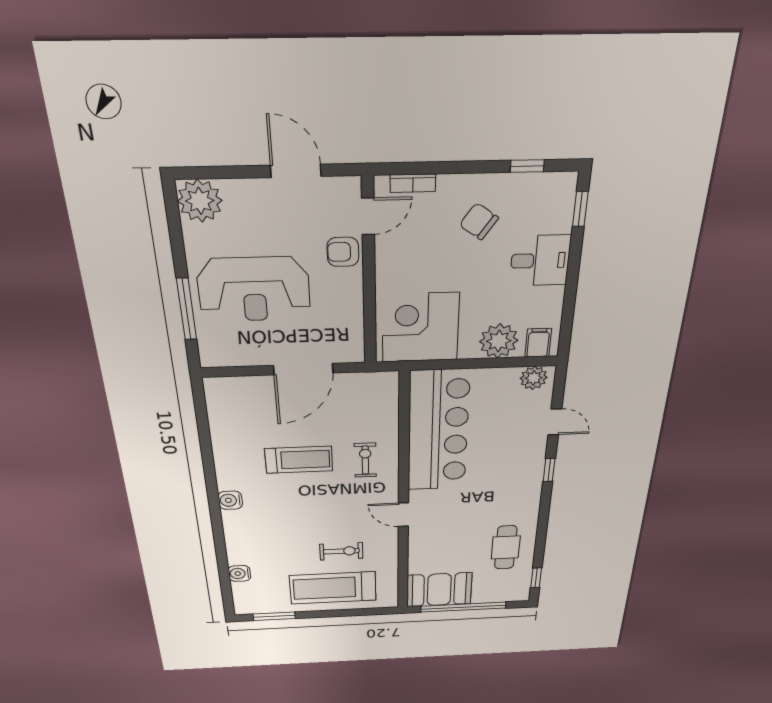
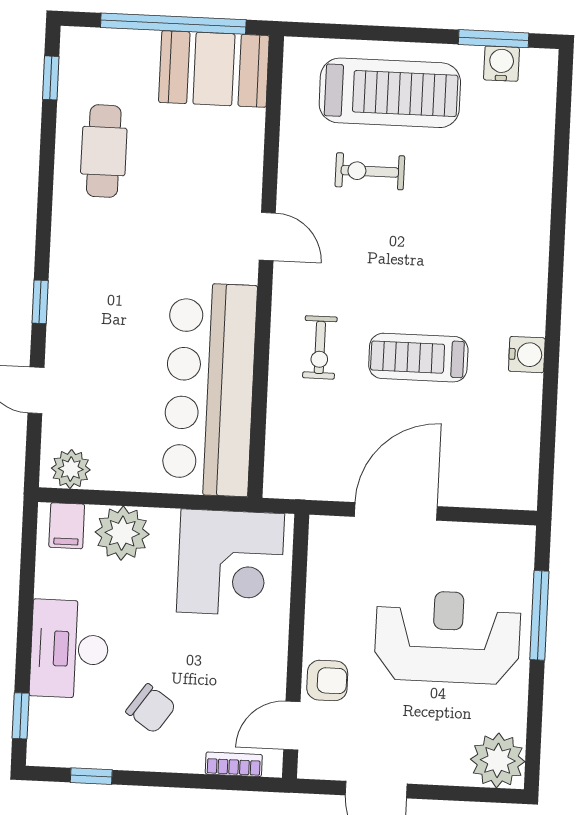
desk: (540, 261) -> (69, 649), width x1.37
water cooler: (230, 500) -> (527, 355), moved
water cooler: (239, 573) -> (501, 64), moved, turned -90

